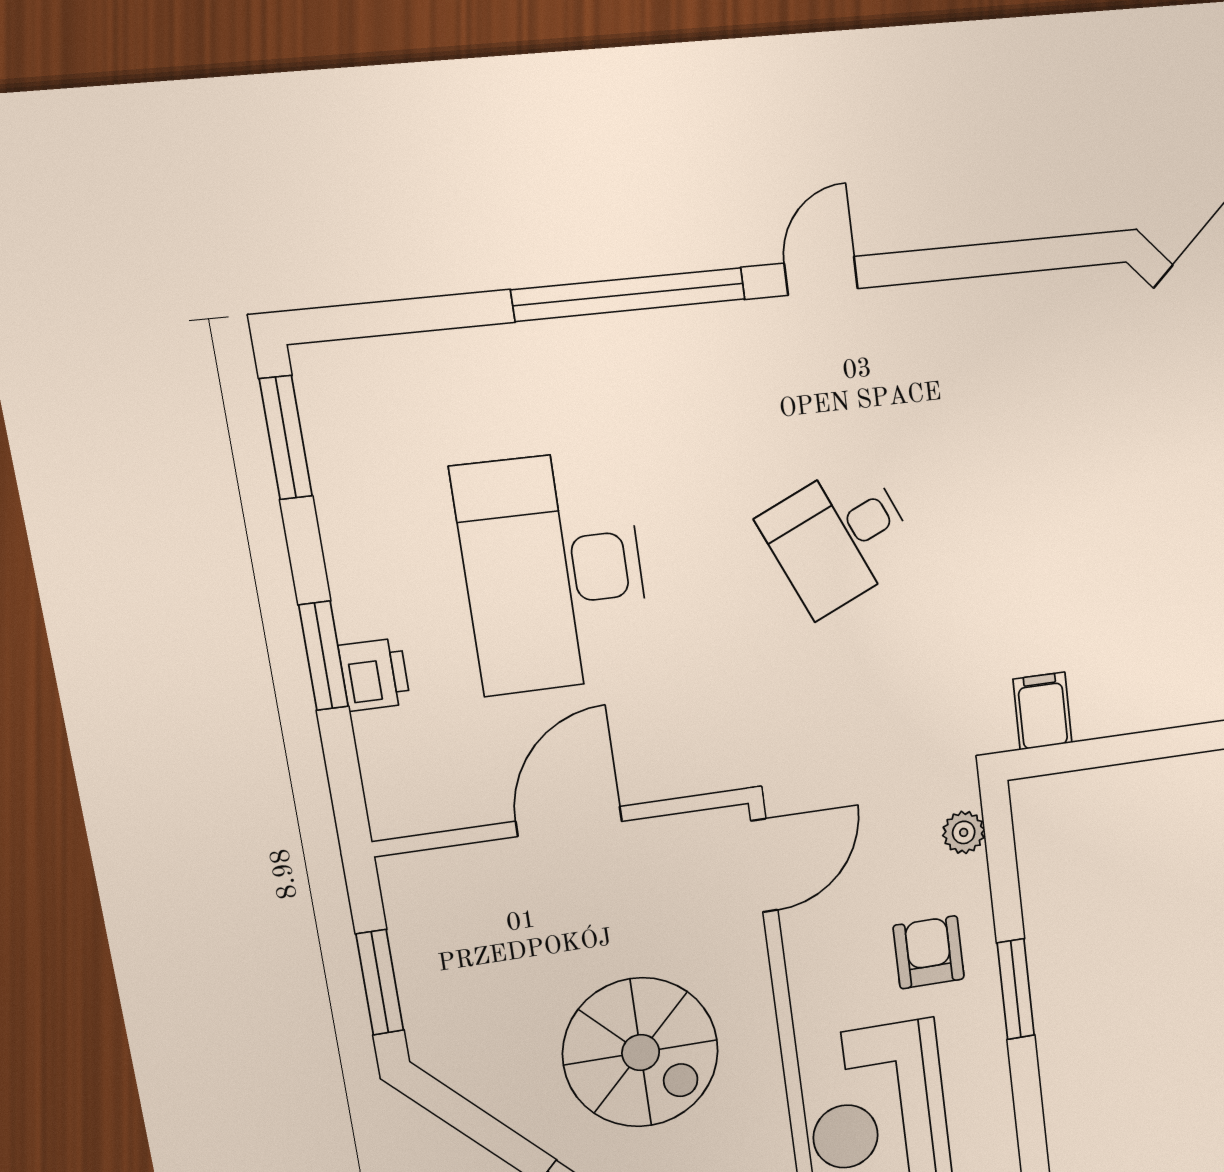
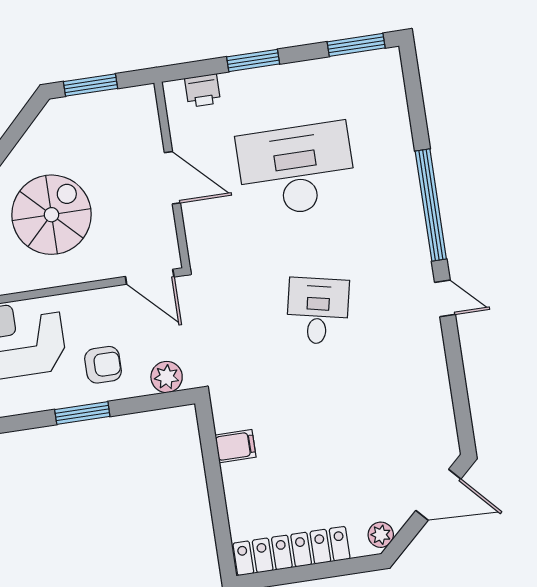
desk: (839, 538) -> (318, 311), turned 36
printer: (374, 675) -> (203, 90), moved
filing cabinet: (1043, 711) -> (236, 446), moved
plant: (964, 832) -> (167, 377), width x1.38, depth x1.38
spiral stairs: (641, 1052) -> (51, 215), turned 180

